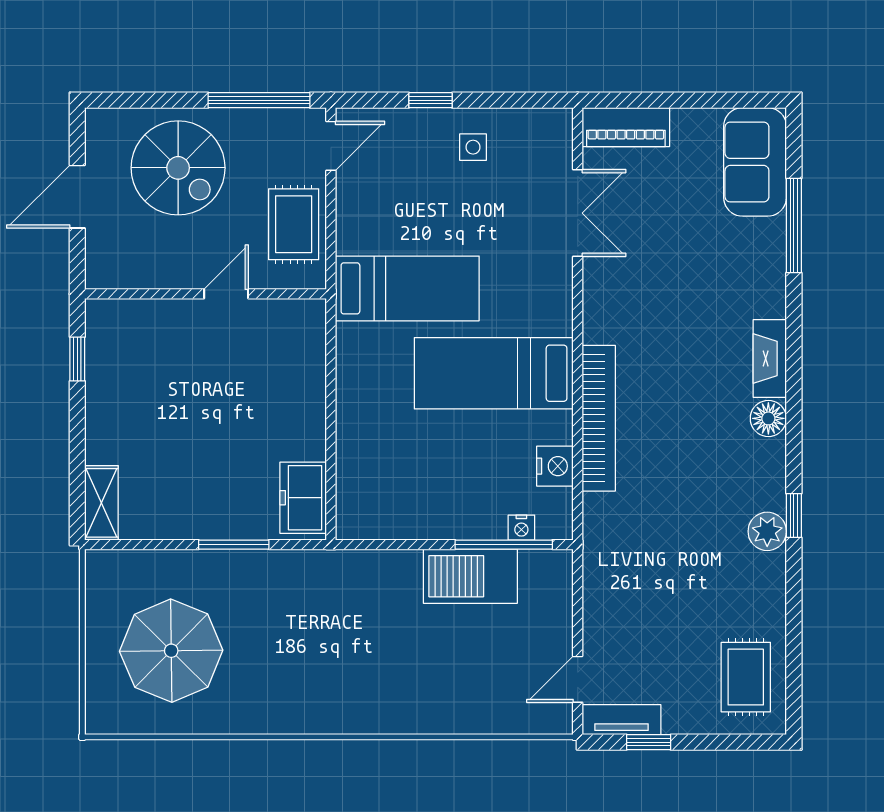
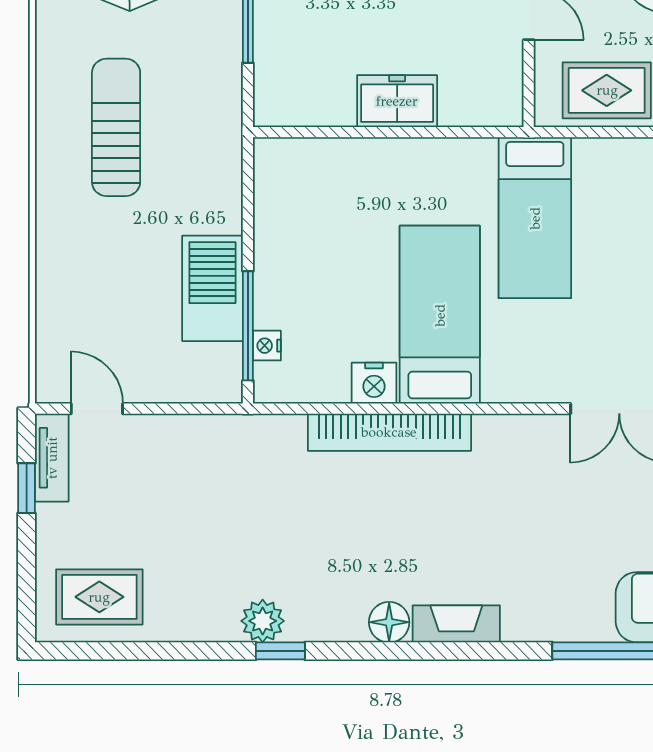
nightstand: (555, 466) -> (374, 383), moved
freezer: (303, 498) -> (397, 101), moved
sun lounger: (327, 662) -> (116, 127), added

